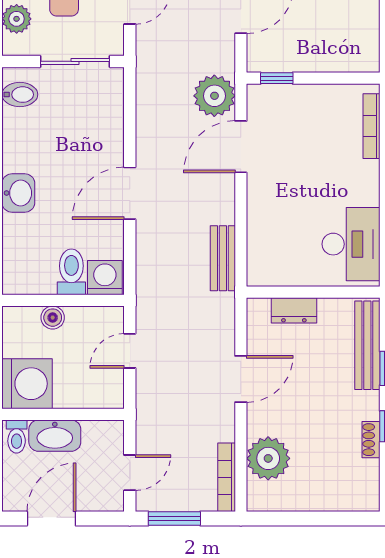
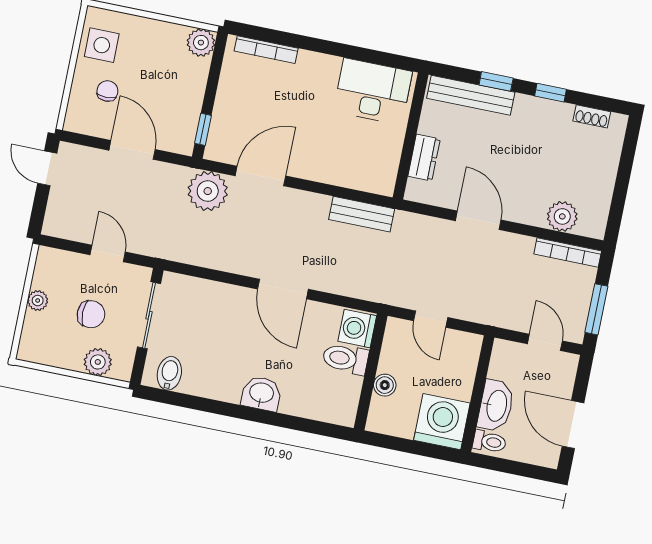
plant: (365, 58) -> (201, 43), added
door: (241, 147) -> (260, 176), swing flipped
shoe rack: (371, 440) -> (592, 116), moved
plant: (268, 458) -> (562, 216), width x0.73, depth x0.73

